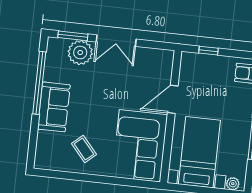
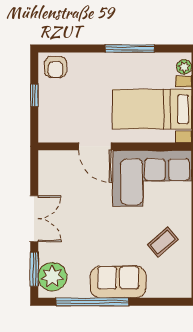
window: (208, 51) -> (34, 95), moved
plant: (80, 52) -> (52, 277), moved

